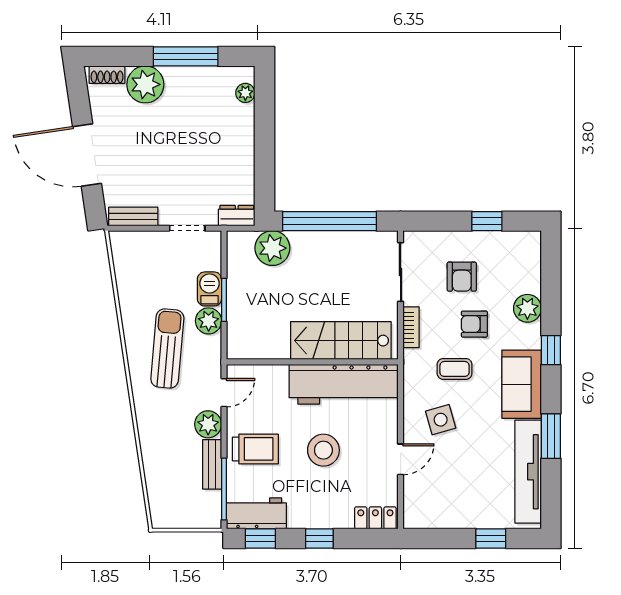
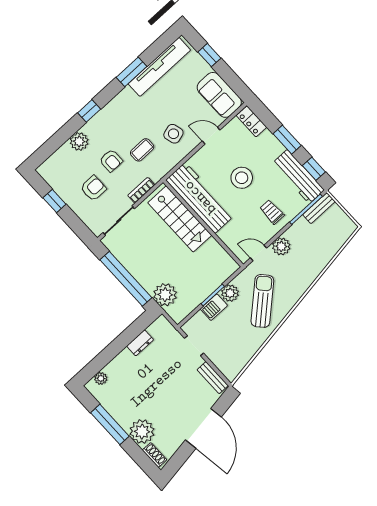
dresser: (237, 216) -> (140, 343), moved, turned -90
sun lounger: (167, 348) -> (262, 301), turned 133
coffee table: (455, 369) -> (142, 150), turned 90
sofa: (522, 384) -> (219, 95), moved, turned 90
trolley: (255, 449) -> (272, 212), width x0.73, depth x0.72
bench: (212, 464) -> (319, 208), moved
workbench: (256, 513) -> (298, 177), width x1.38
window: (319, 538) -> (287, 140), width x1.50

